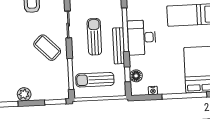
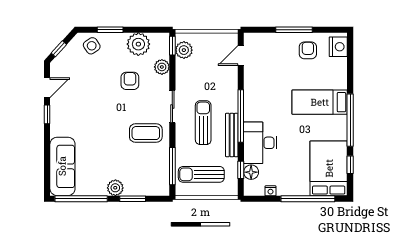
desk: (142, 37) -> (260, 143), moved
coffee table: (47, 48) -> (146, 133), turned -45
window: (55, 102) -> (133, 199), moved

